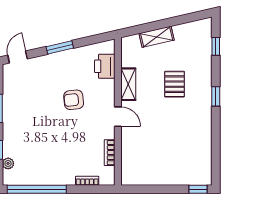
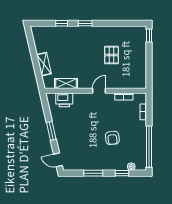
window: (216, 46) -> (62, 23), moved
shelving: (128, 84) -> (66, 84), moved
pallet: (175, 84) -> (111, 55), moved, turned 90
armchair: (74, 100) -> (112, 138), moved

